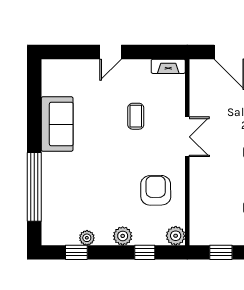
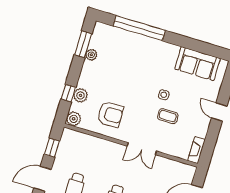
sofa: (57, 124) -> (197, 64), moved
side table: (110, 130) -> (164, 95), added
plant: (123, 236) -> (81, 95), moved
window: (76, 252) -> (83, 44), width x1.50

